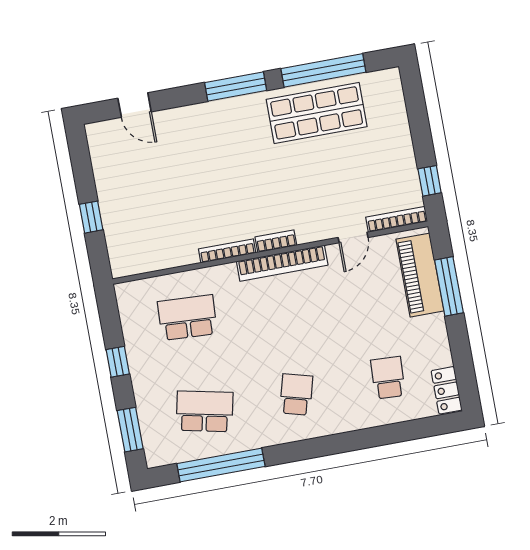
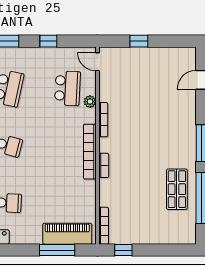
shop shelf: (317, 113) -> (177, 189), width x0.70, depth x0.74
door: (353, 237) -> (97, 62), moved
bookcase: (276, 241) -> (104, 165), moved
plant: (202, 278) -> (90, 102), added

